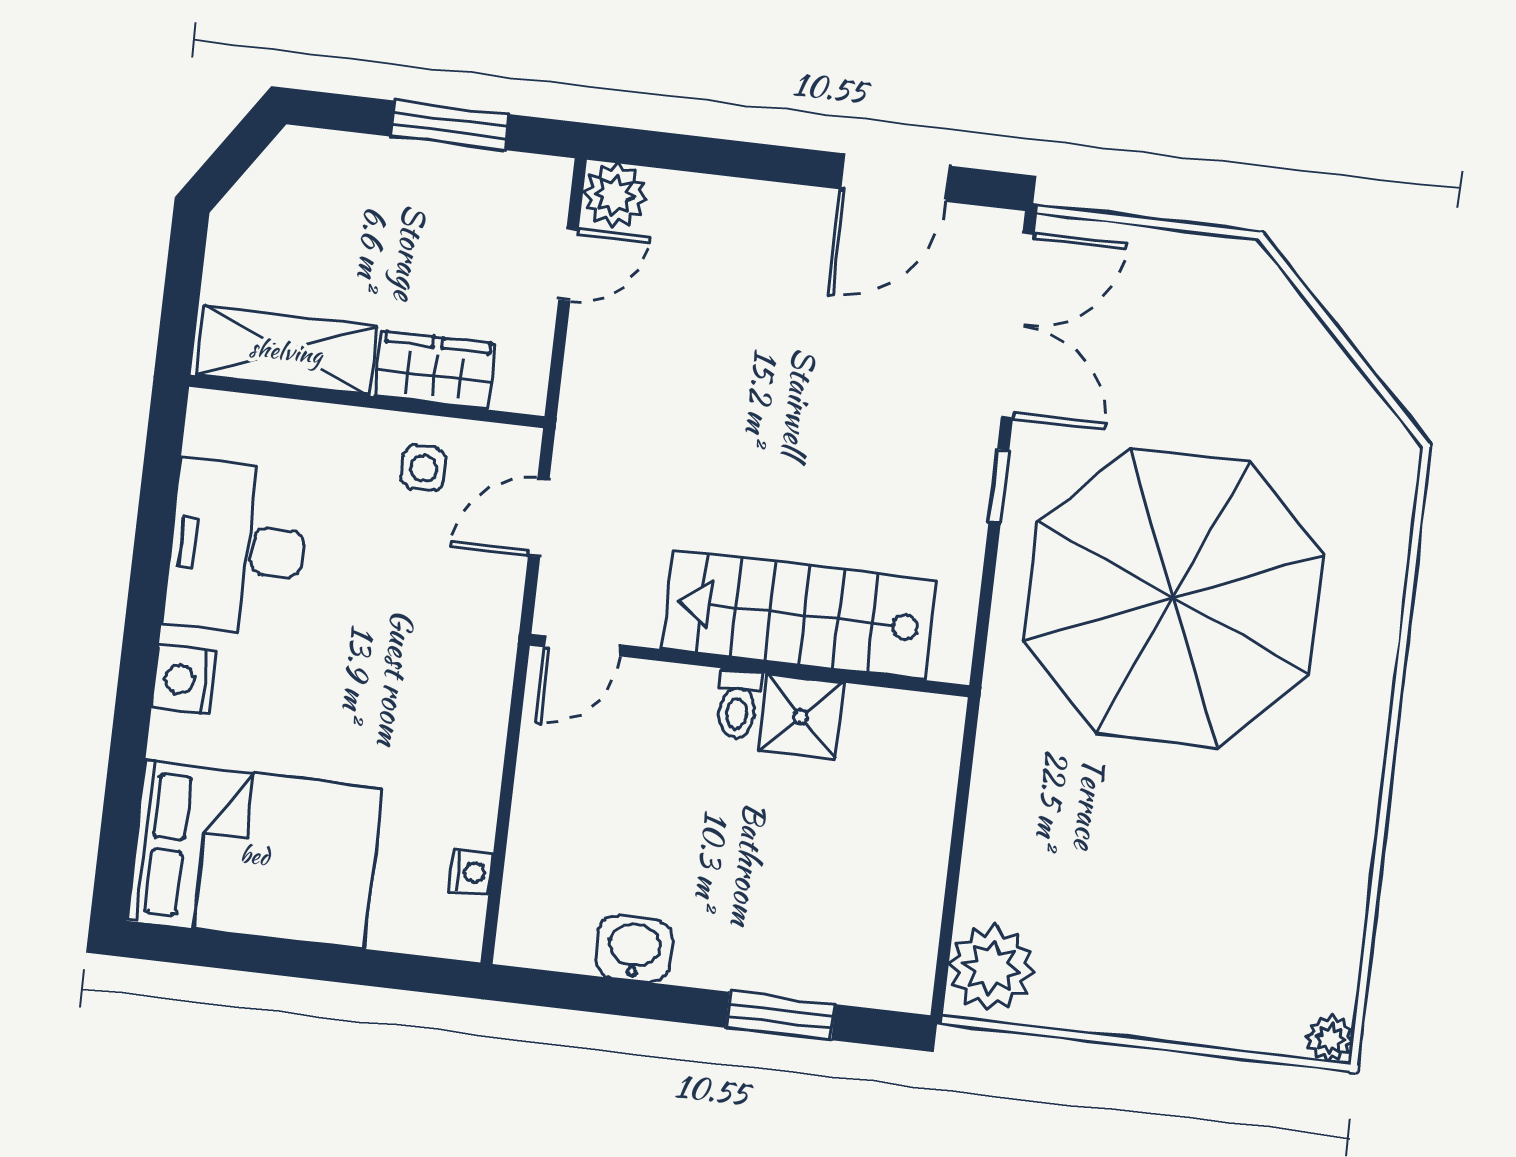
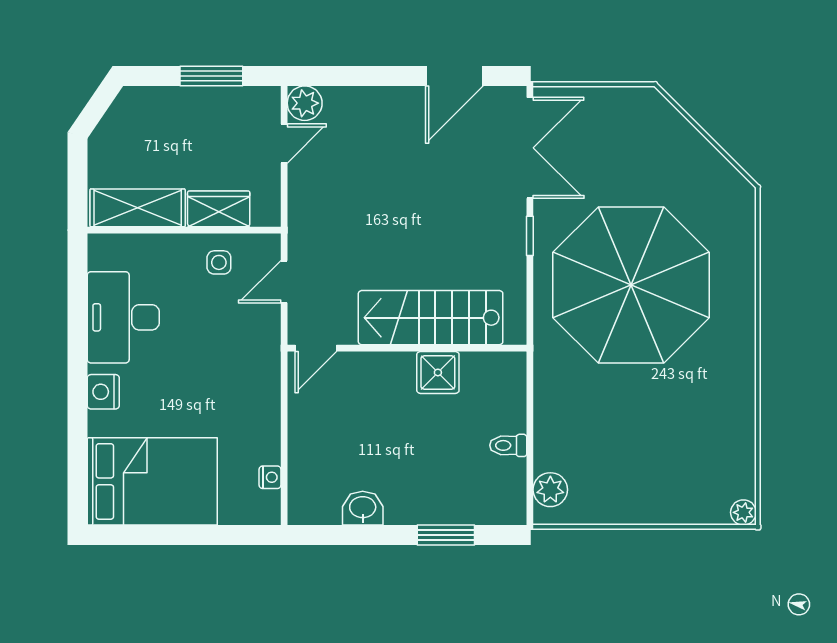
toilet: (738, 704) -> (508, 445), moved, turned 90
plant: (991, 968) -> (550, 490), width x0.73, depth x0.73

